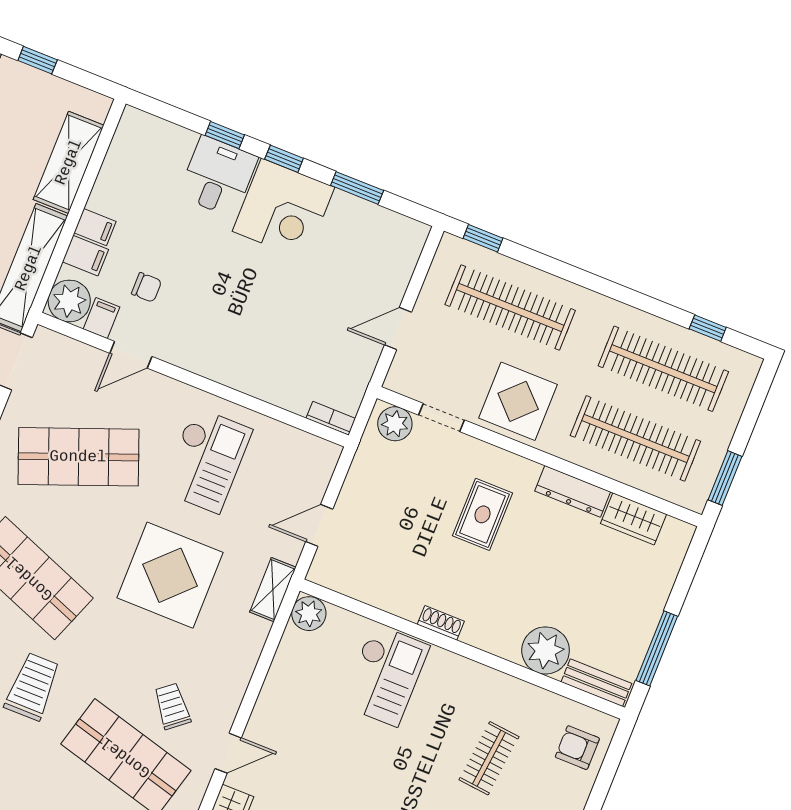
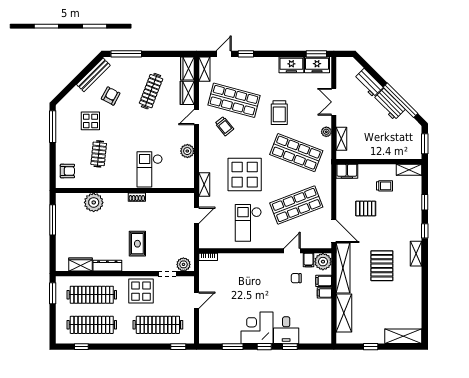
plant: (309, 614) -> (187, 151), moved
bench: (596, 683) -> (70, 198), removed

